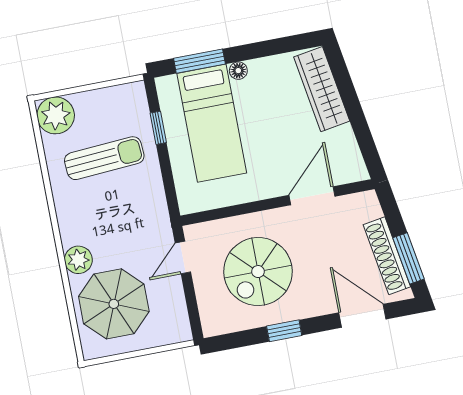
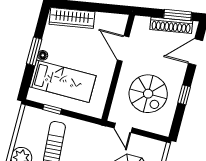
window: (199, 61) -> (34, 51), moved

